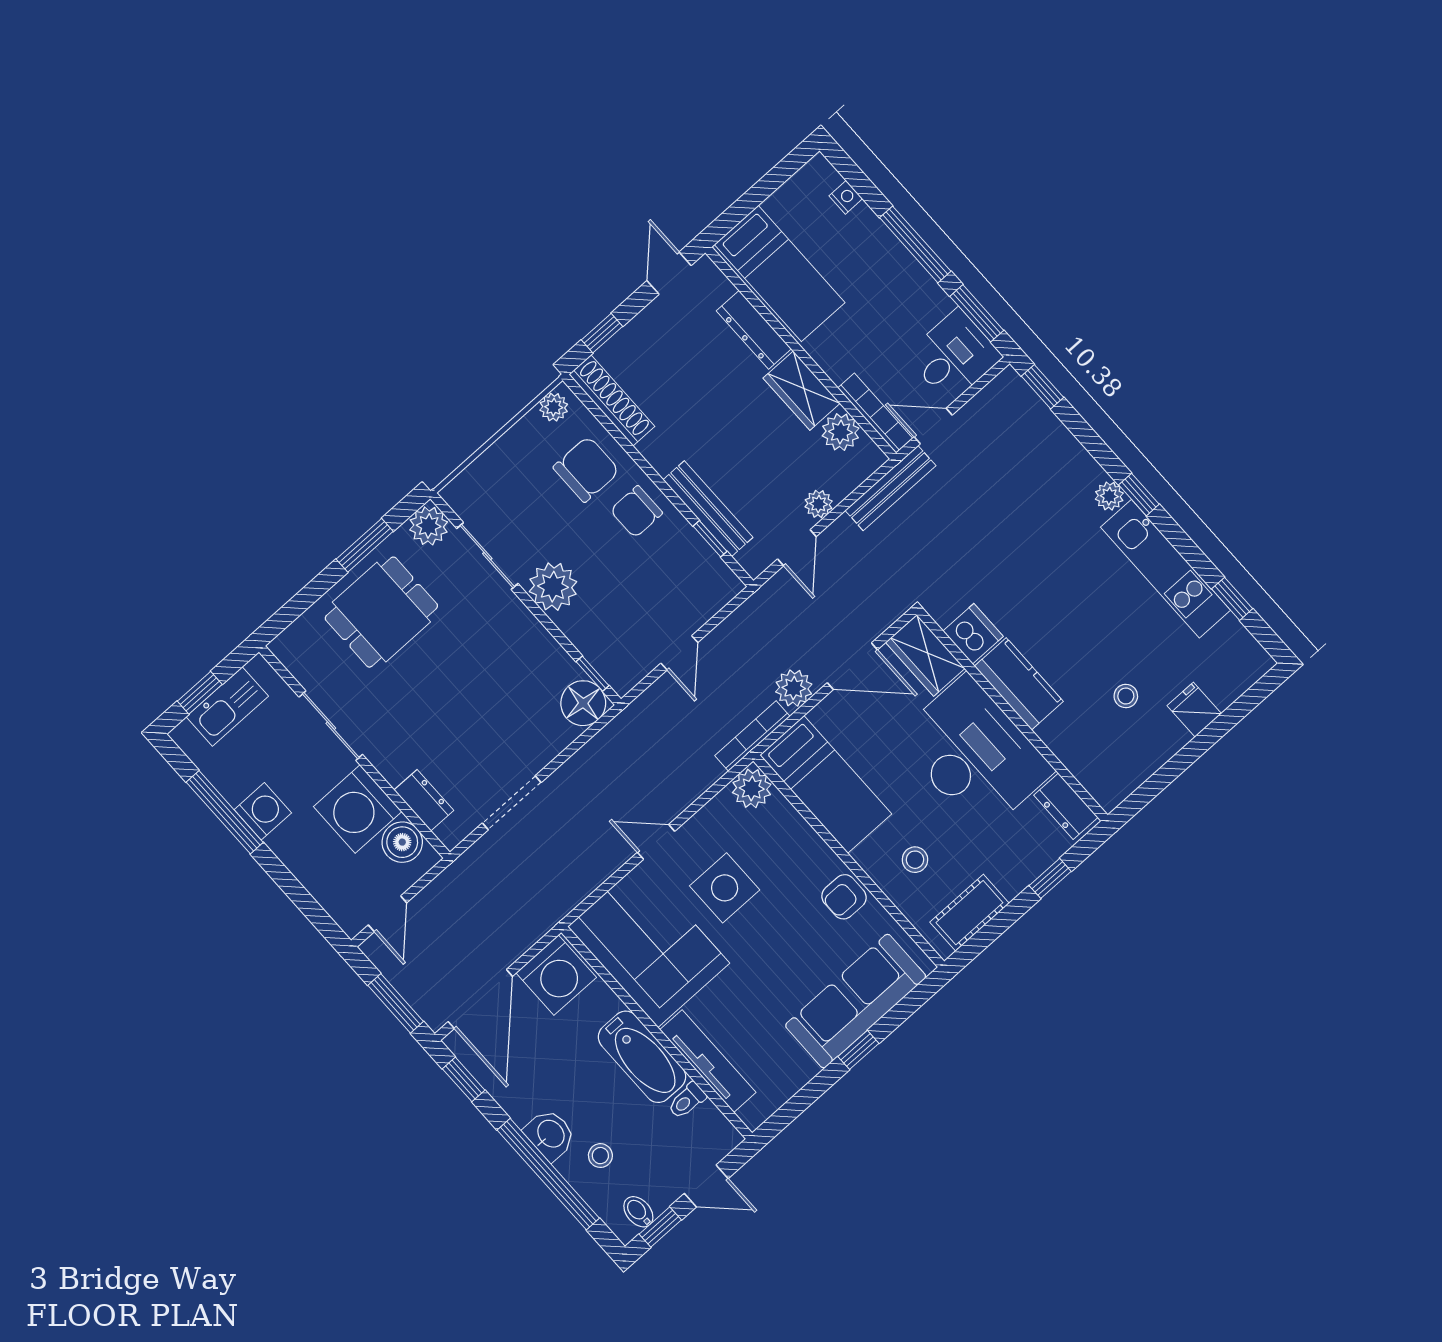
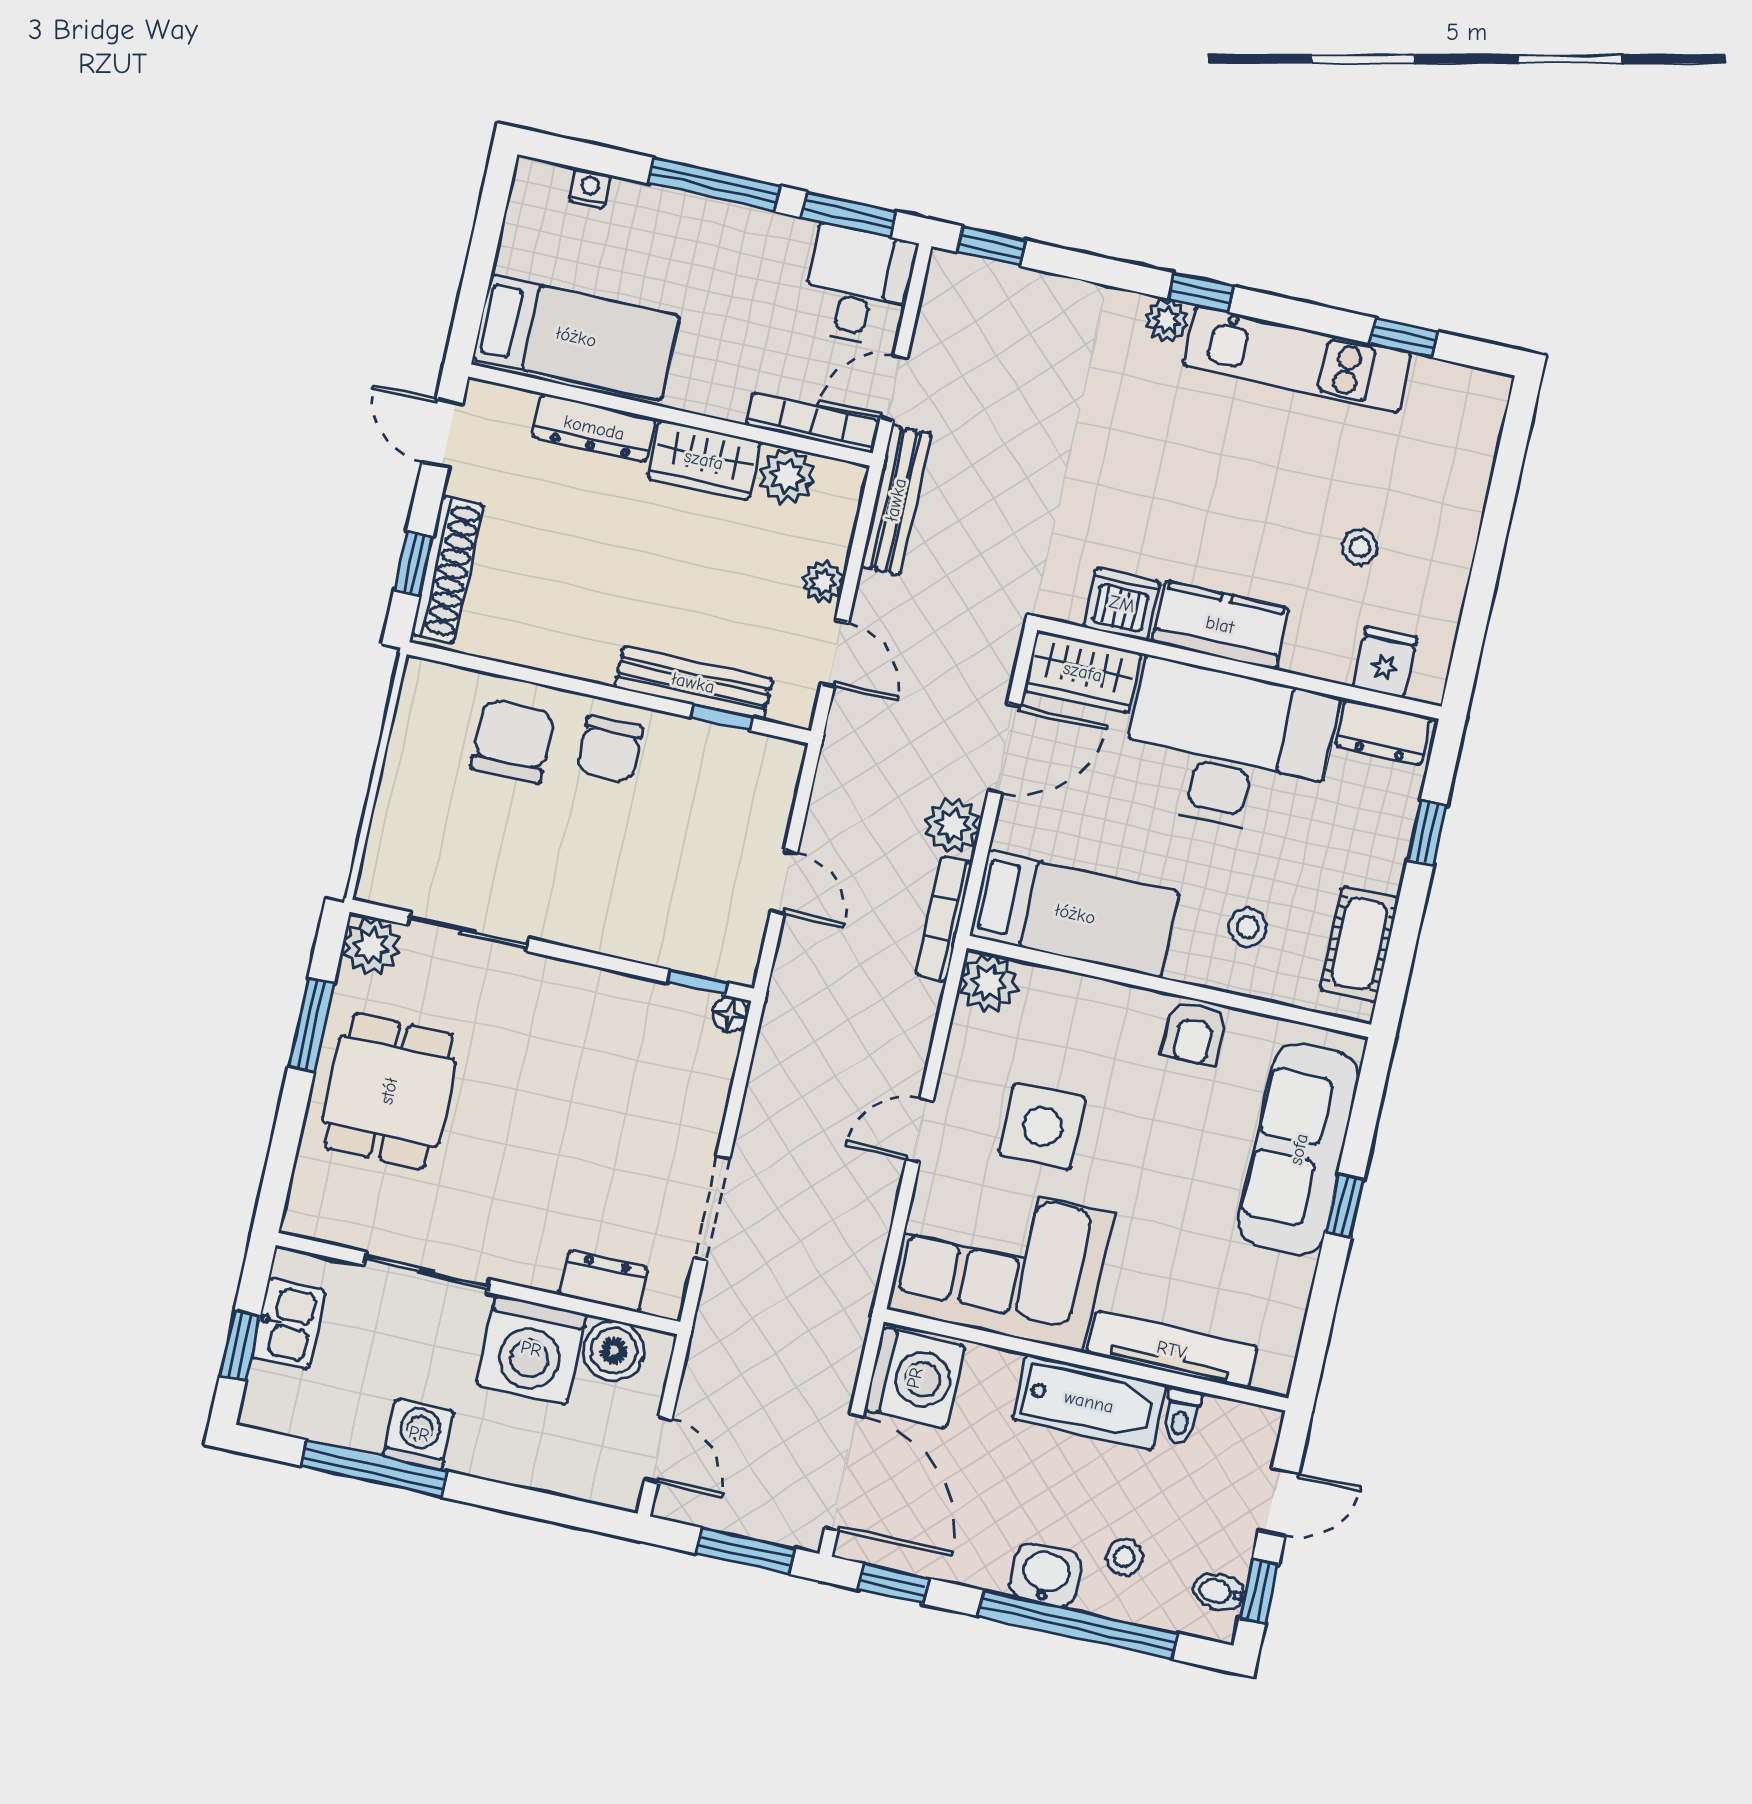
shoe rack: (612, 400) -> (448, 570), moved, turned 90
plant: (554, 407) -> (419, 695), removed
plant: (553, 587) -> (574, 912), removed
floor lamp: (583, 703) -> (730, 1014), width x0.53, depth x0.53
kitchen sink: (227, 706) -> (288, 1324), width x0.73
fridge: (1194, 710) -> (1385, 662), moved, turned 90

